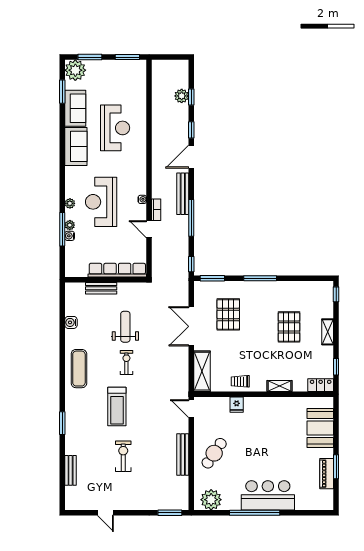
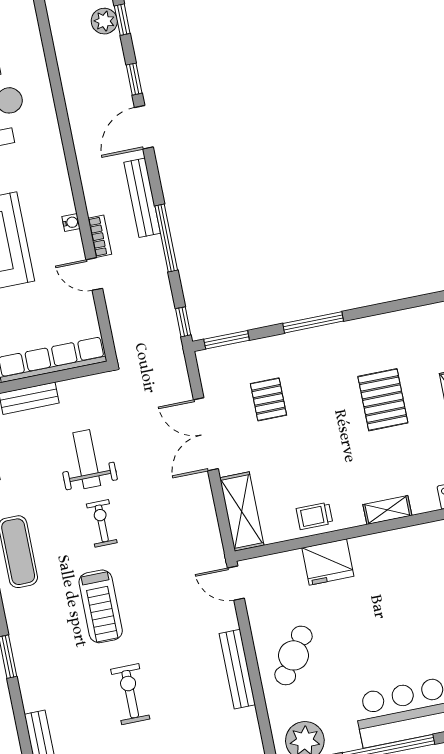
pallet: (228, 314) -> (268, 399), width x0.67, depth x0.71
fridge: (237, 405) -> (328, 562), width x1.88, depth x1.34

